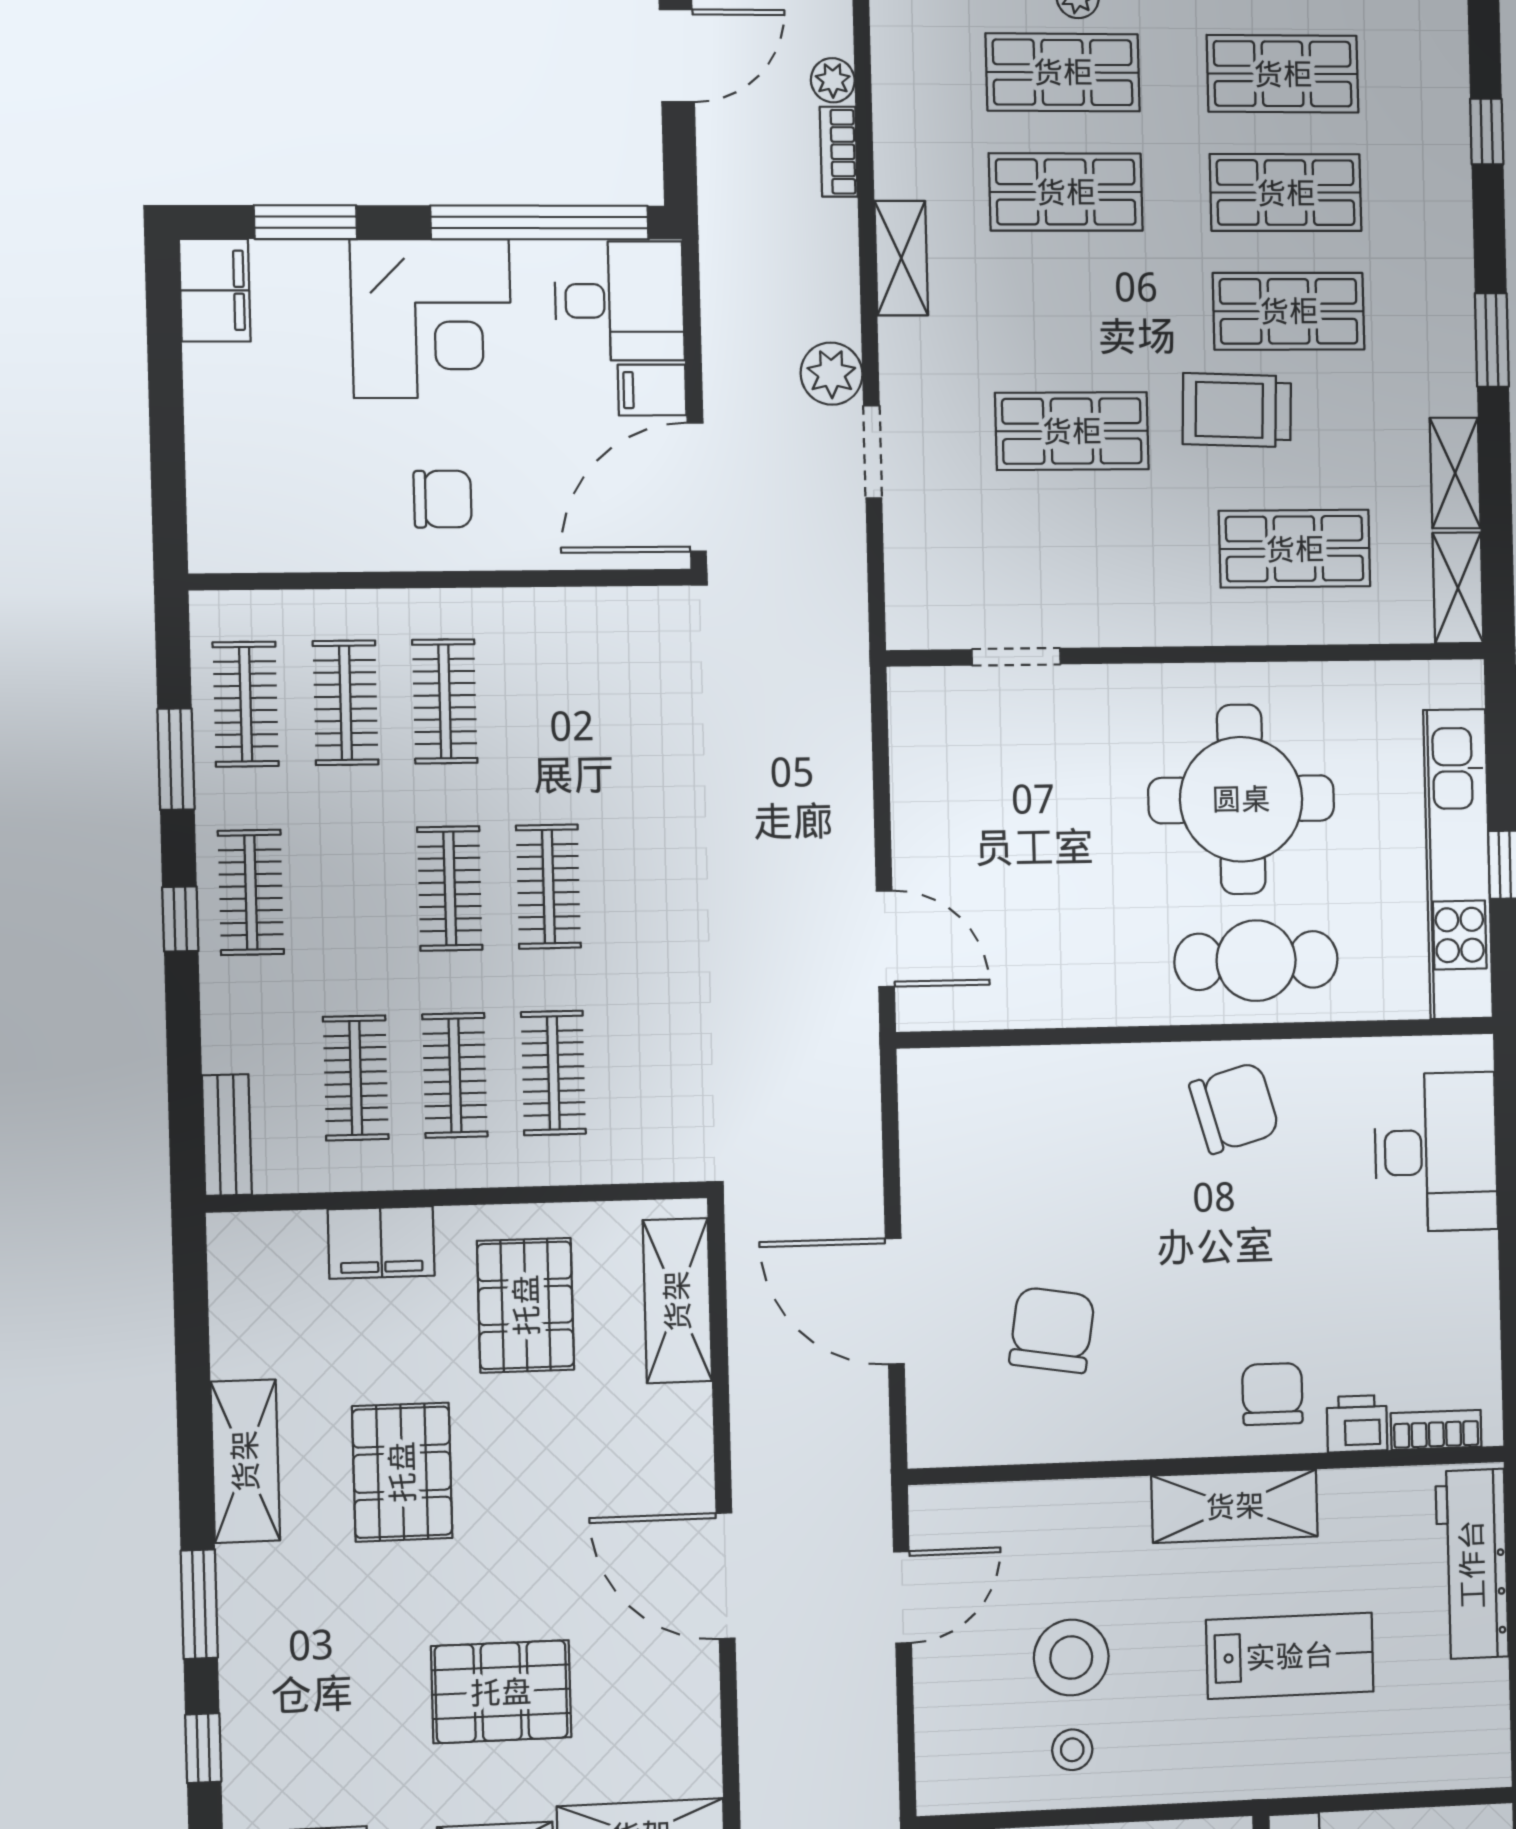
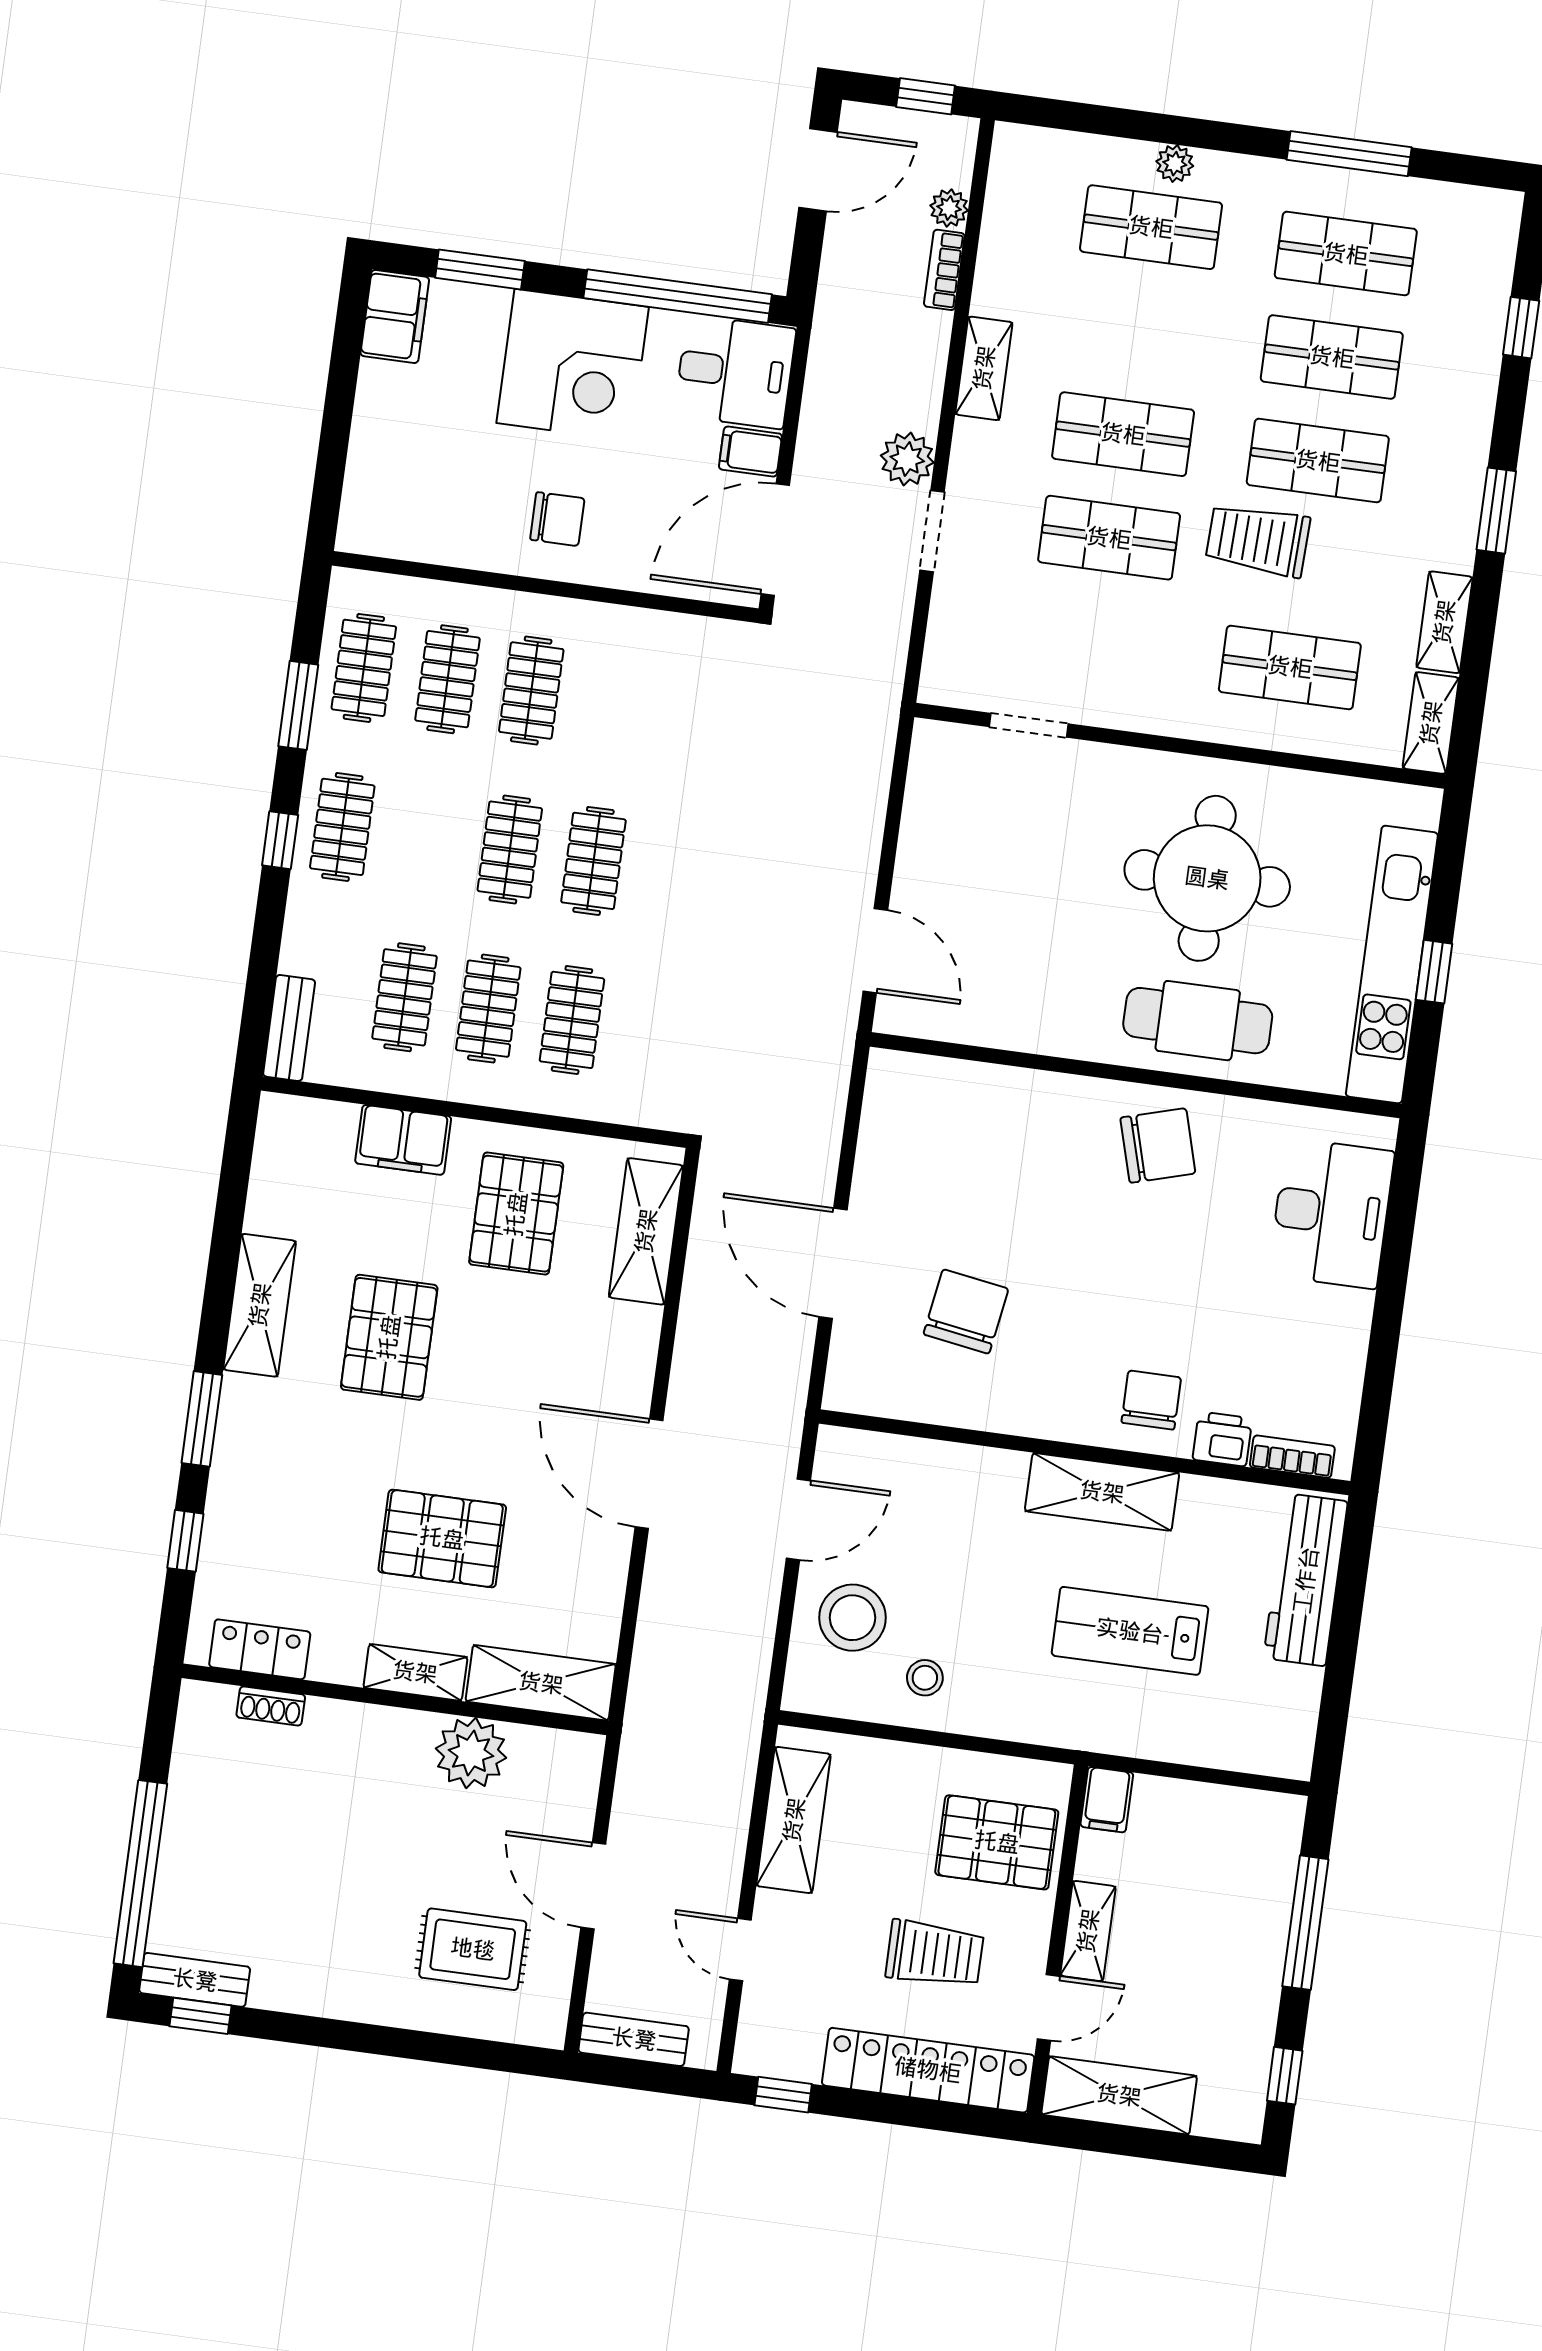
shop shelf: (1066, 192) -> (1123, 434), moved
lab bench: (1290, 1656) -> (1130, 1631), turned 180
stool: (1071, 1658) -> (853, 1618), moved

